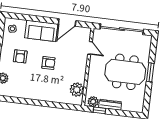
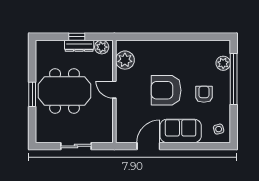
sliding door: (122, 29) -> (76, 146), width x0.54
door: (90, 48) -> (114, 90), moved
armchair: (48, 63) -> (166, 90), width x1.88, depth x1.88
window: (99, 110) -> (77, 37), moved

